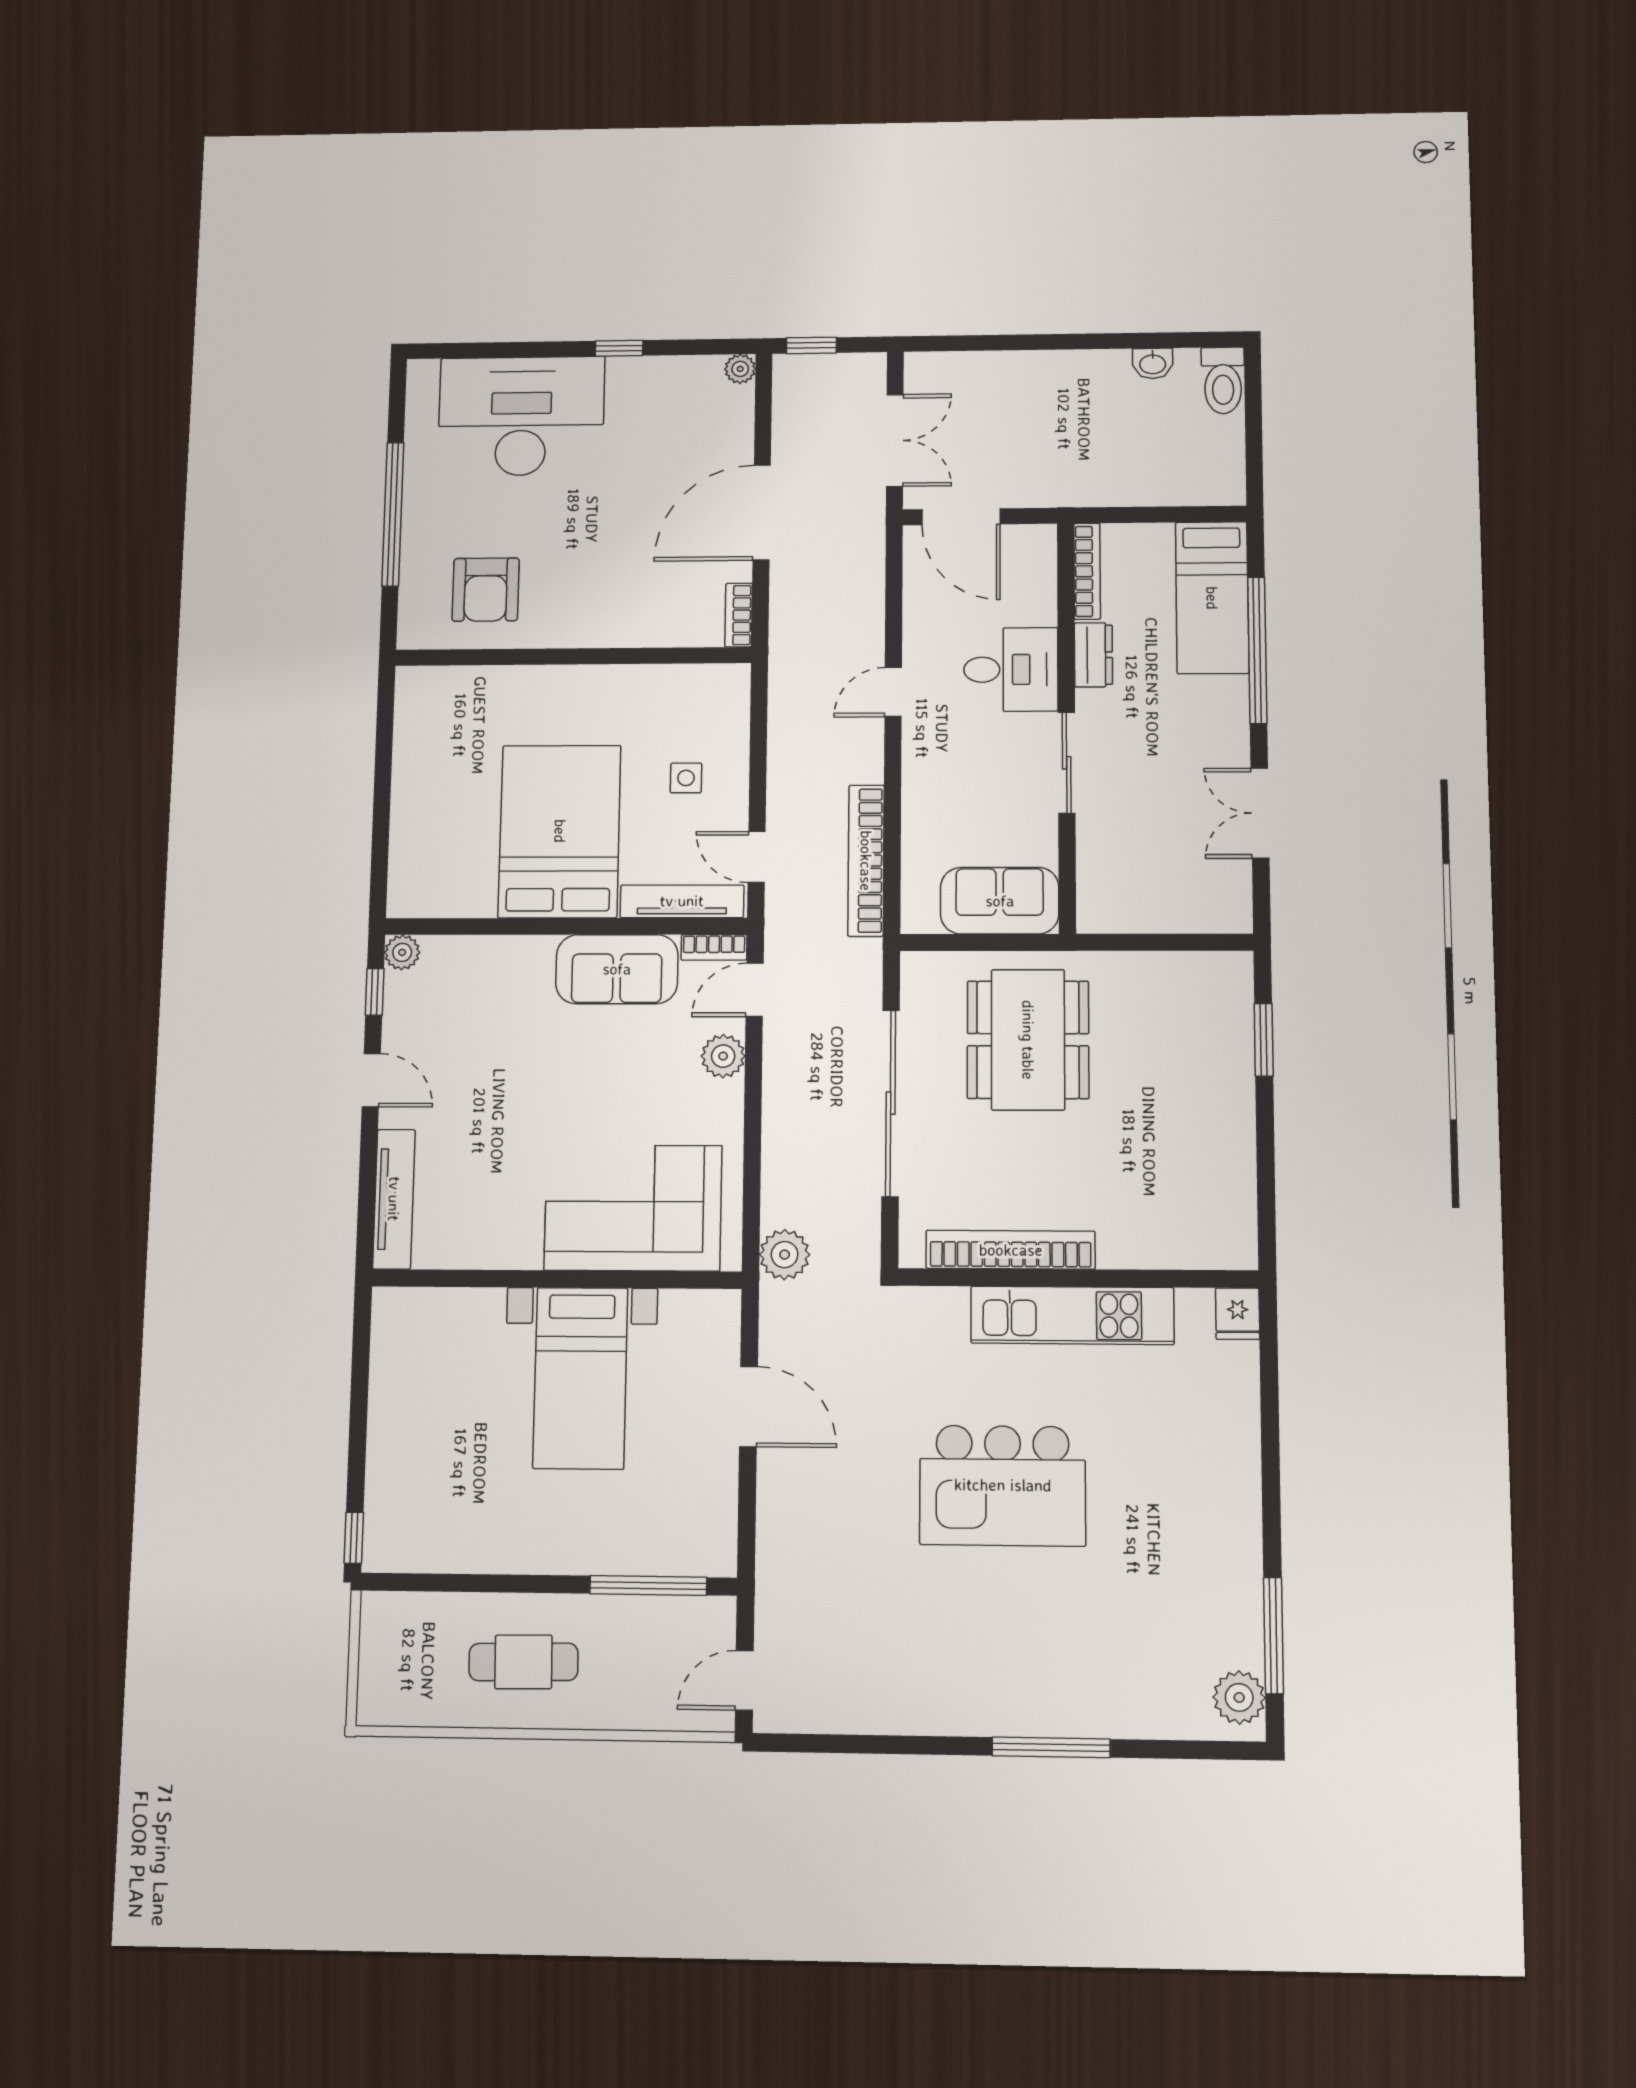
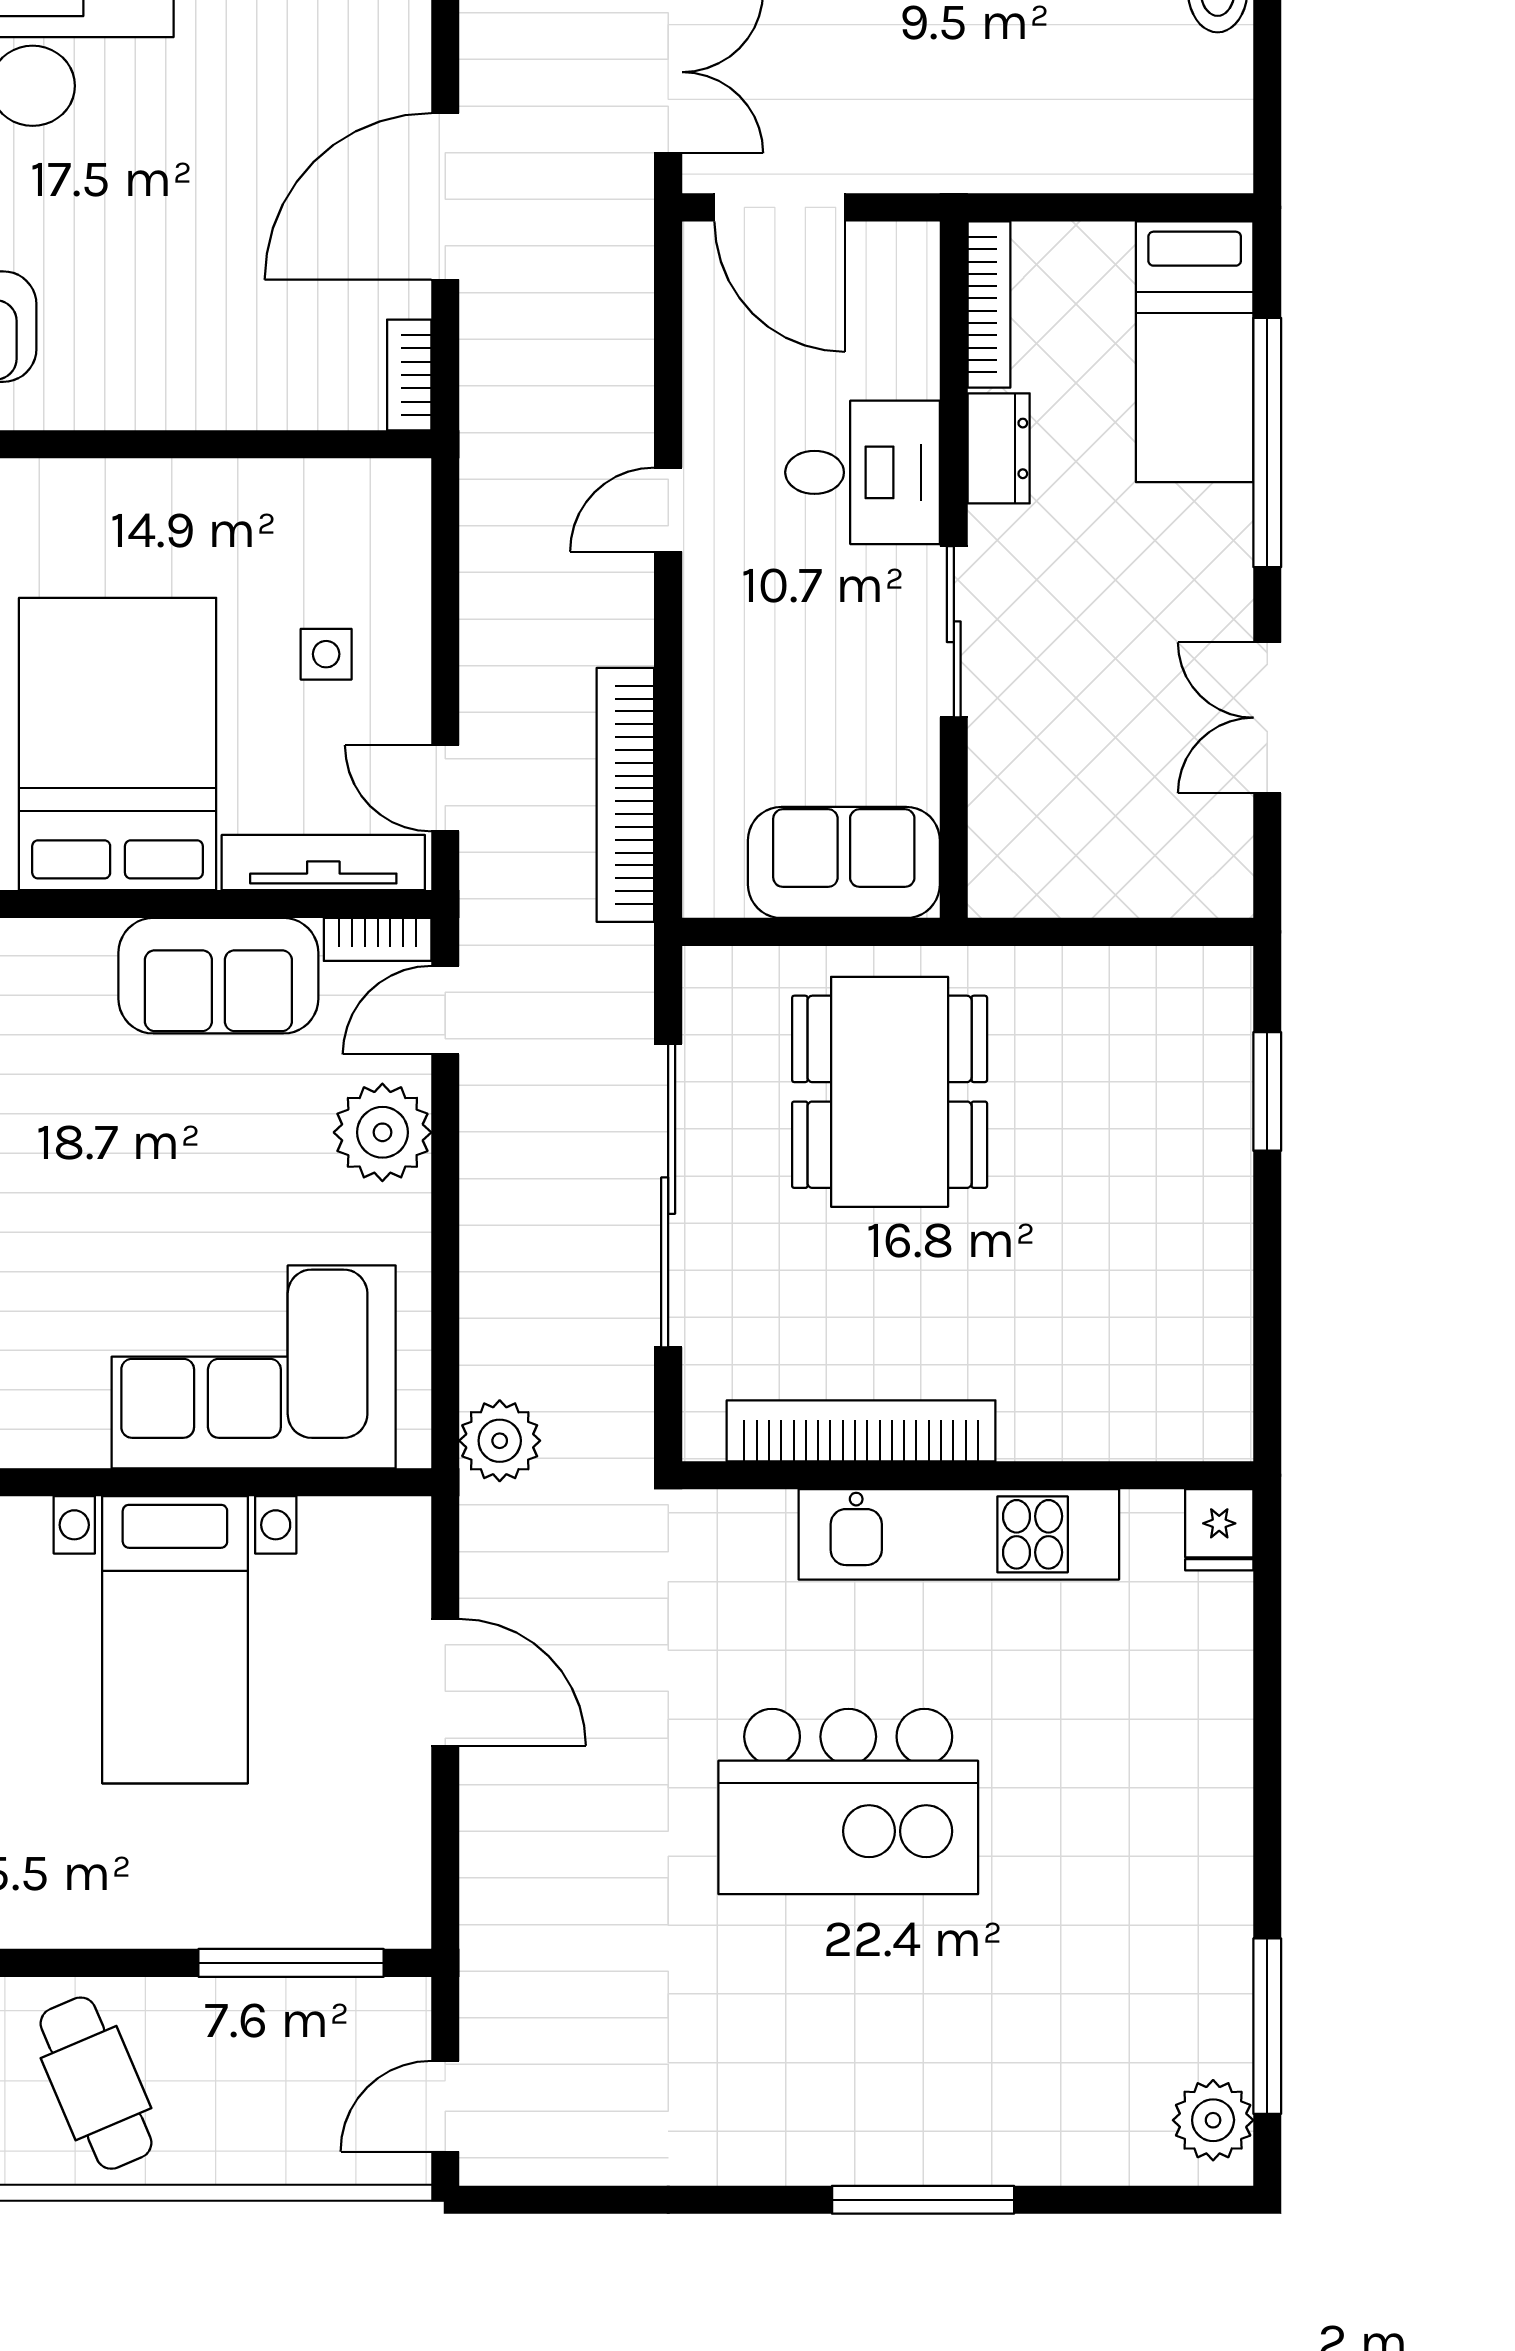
plant: (723, 1056) -> (382, 1132), width x1.36, depth x1.36
cafe table: (523, 1662) -> (96, 2083), turned 68

